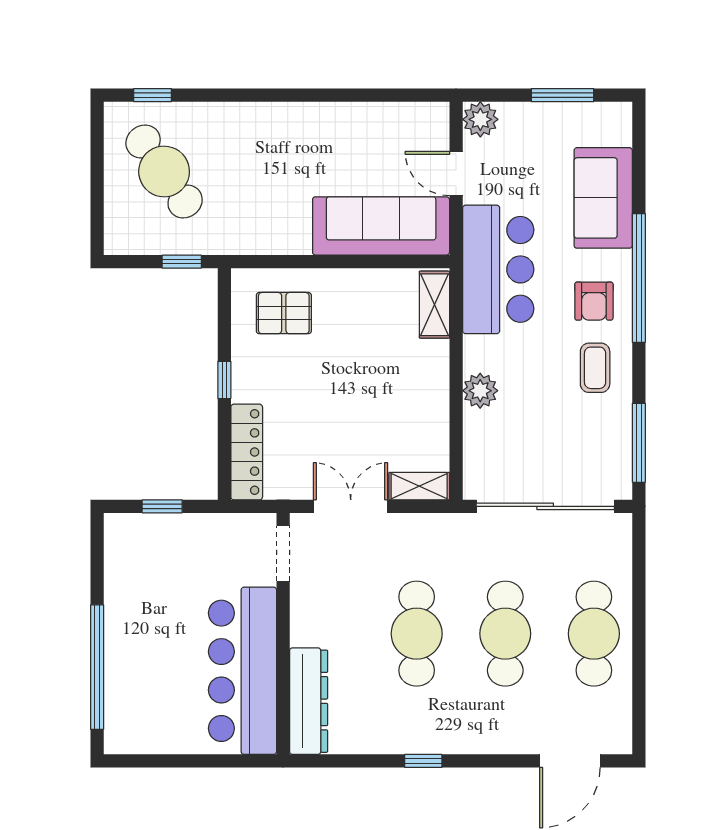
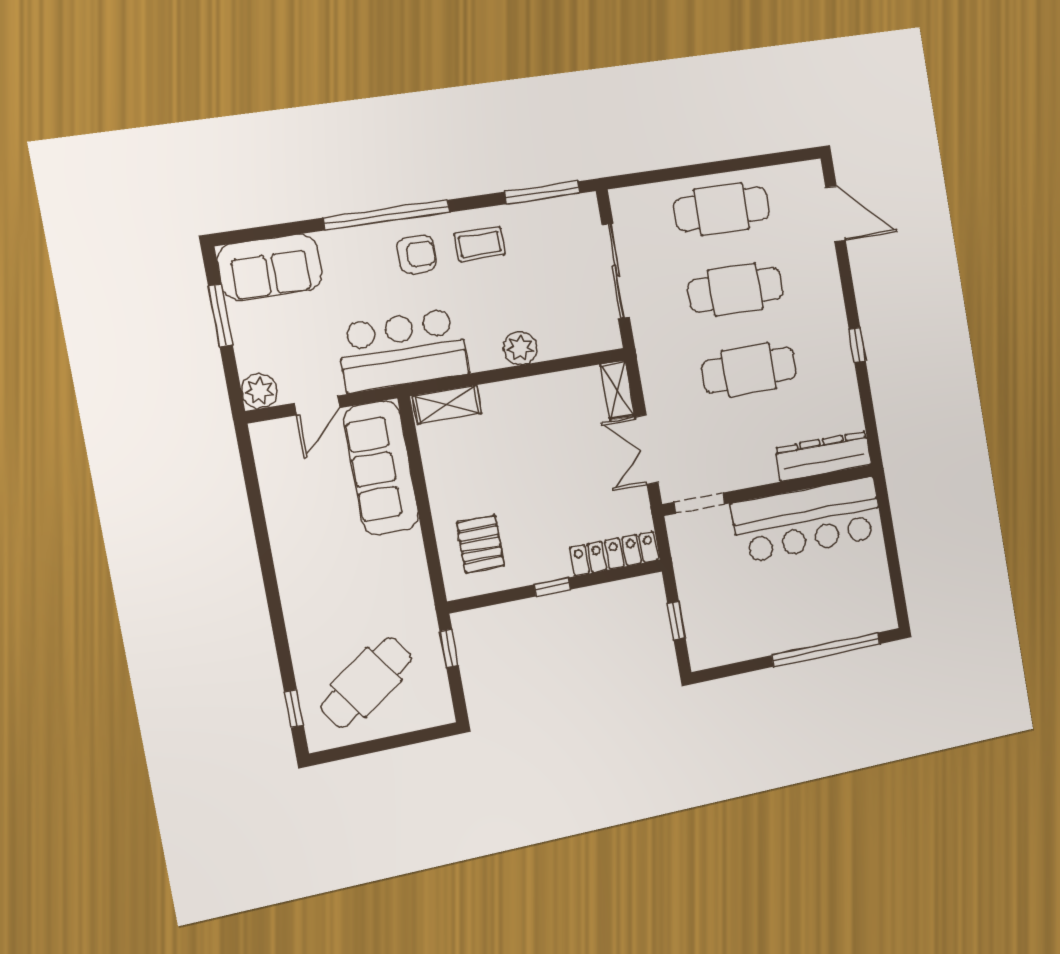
sofa: (603, 198) -> (270, 267), moved
sliding door: (545, 506) -> (616, 271), width x0.73

